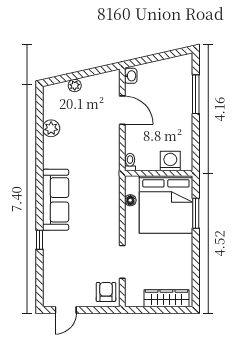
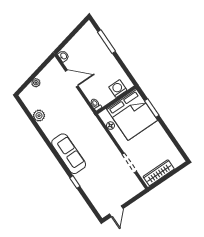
armchair: (106, 292) -> (132, 186), removed
wardrobe: (166, 298) -> (159, 173), moved

